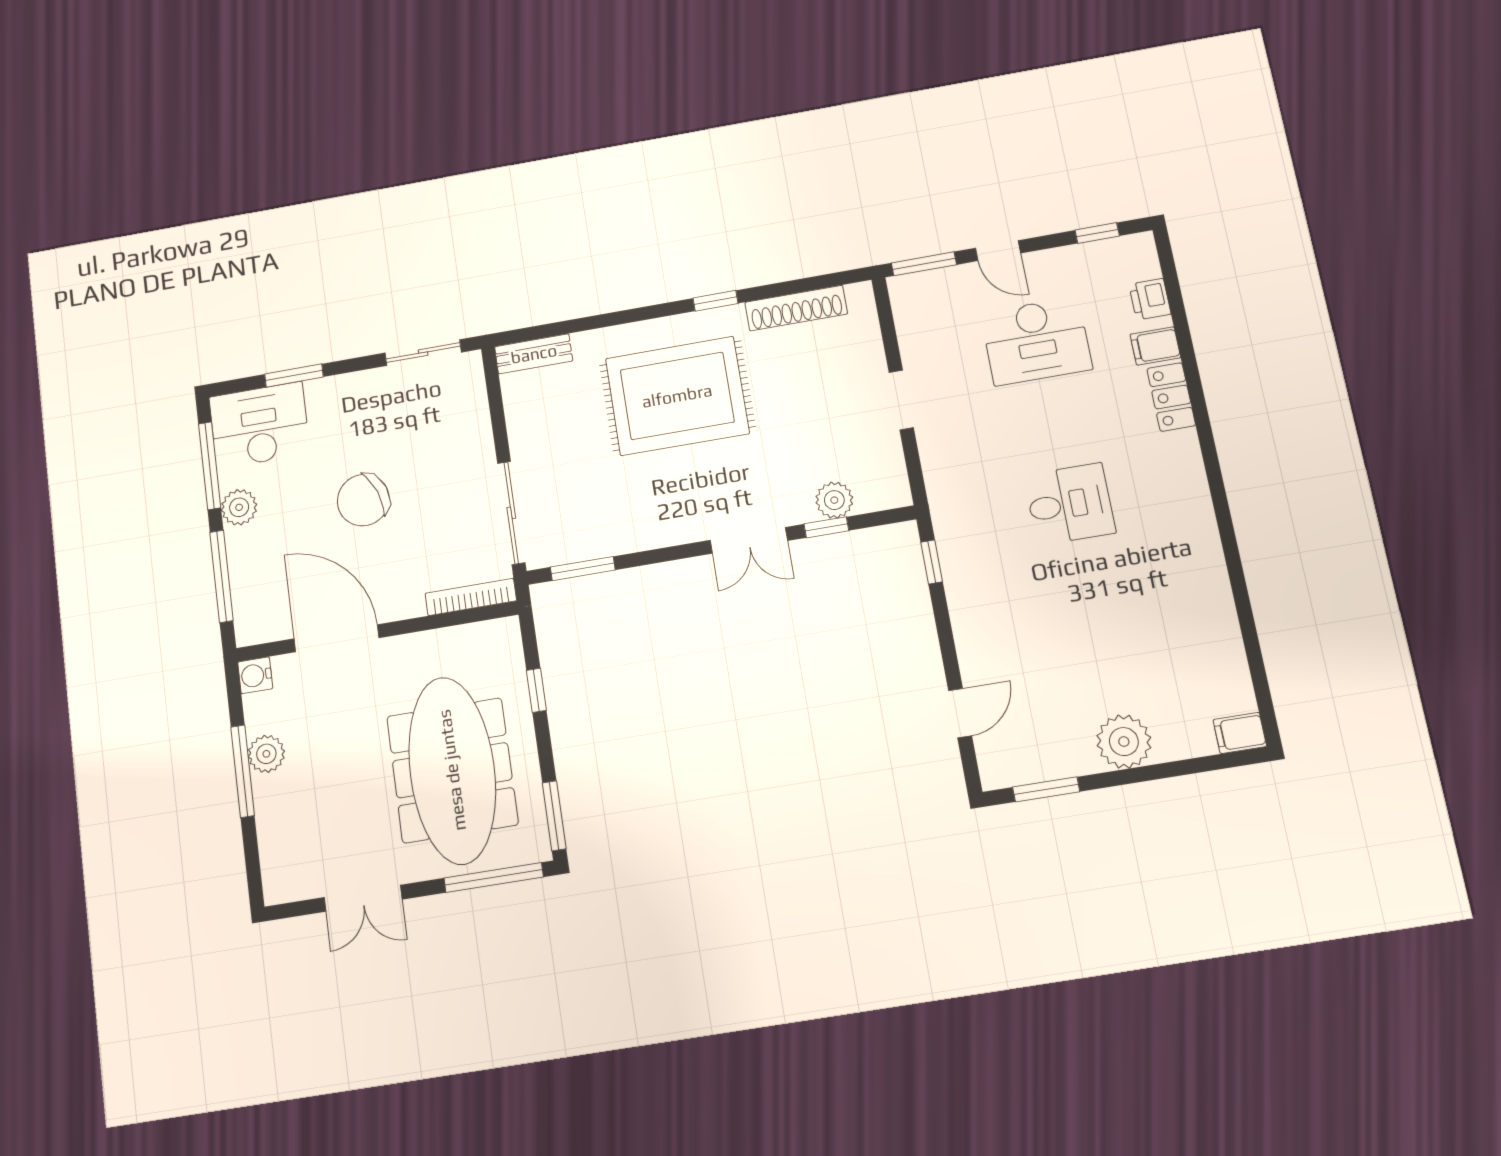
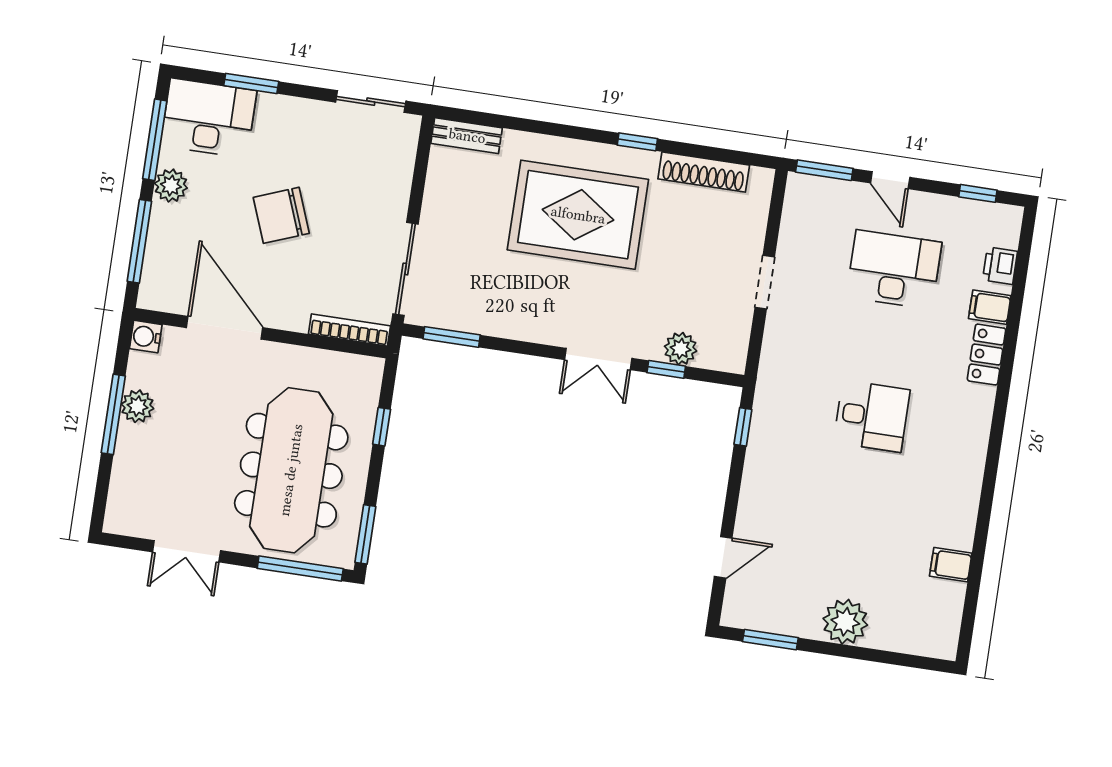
desk: (1036, 341) -> (894, 270), turned 180
filing cabinet: (1240, 733) -> (951, 565), moved

